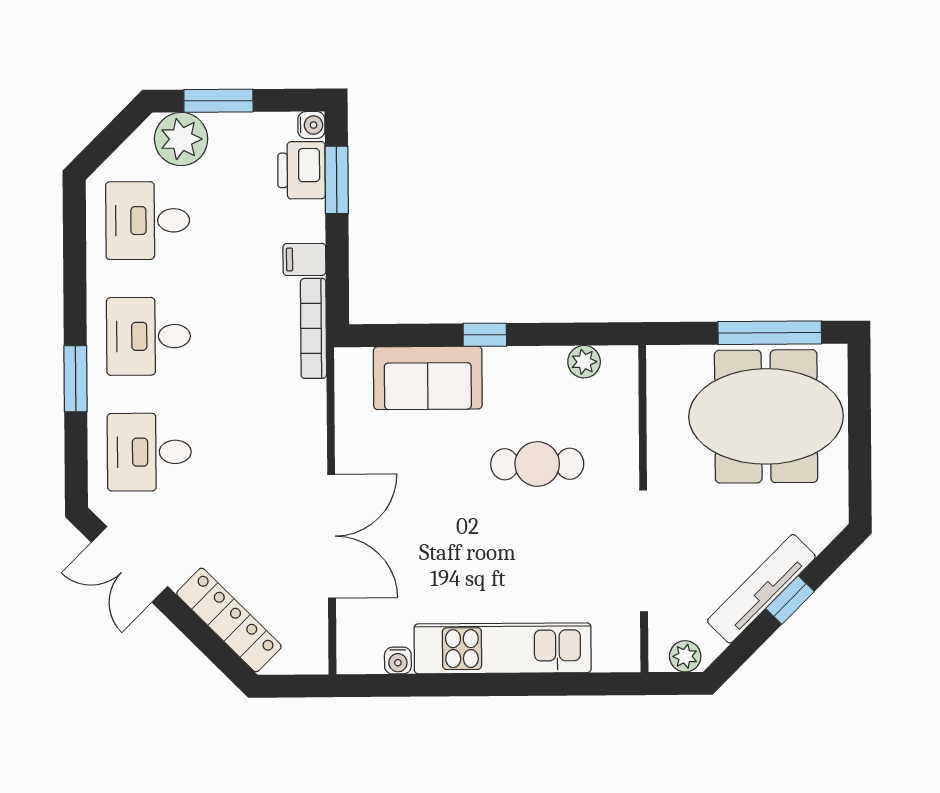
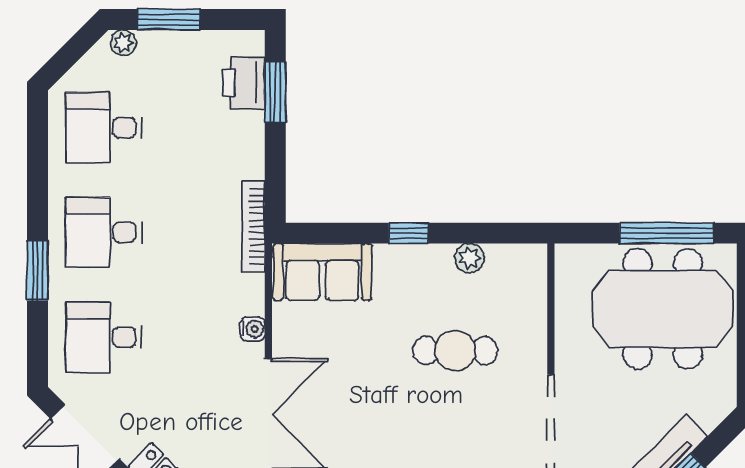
water cooler: (311, 125) -> (253, 329), moved
plant: (181, 139) -> (123, 43), width x0.53, depth x0.53
filing cabinet: (304, 259) -> (246, 164), removed
plant: (584, 362) -> (470, 258), moved
sofa: (428, 378) -> (322, 272), moved

